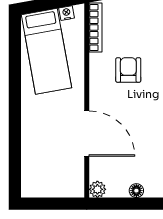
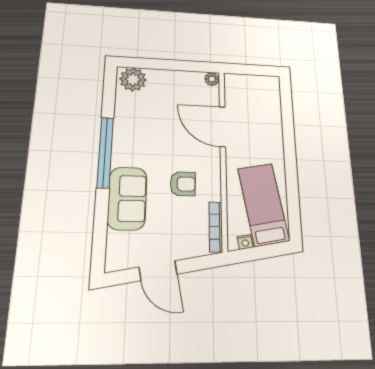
armchair: (128, 70) -> (183, 184), turned -90
floor lamp: (136, 191) -> (176, 76), removed

